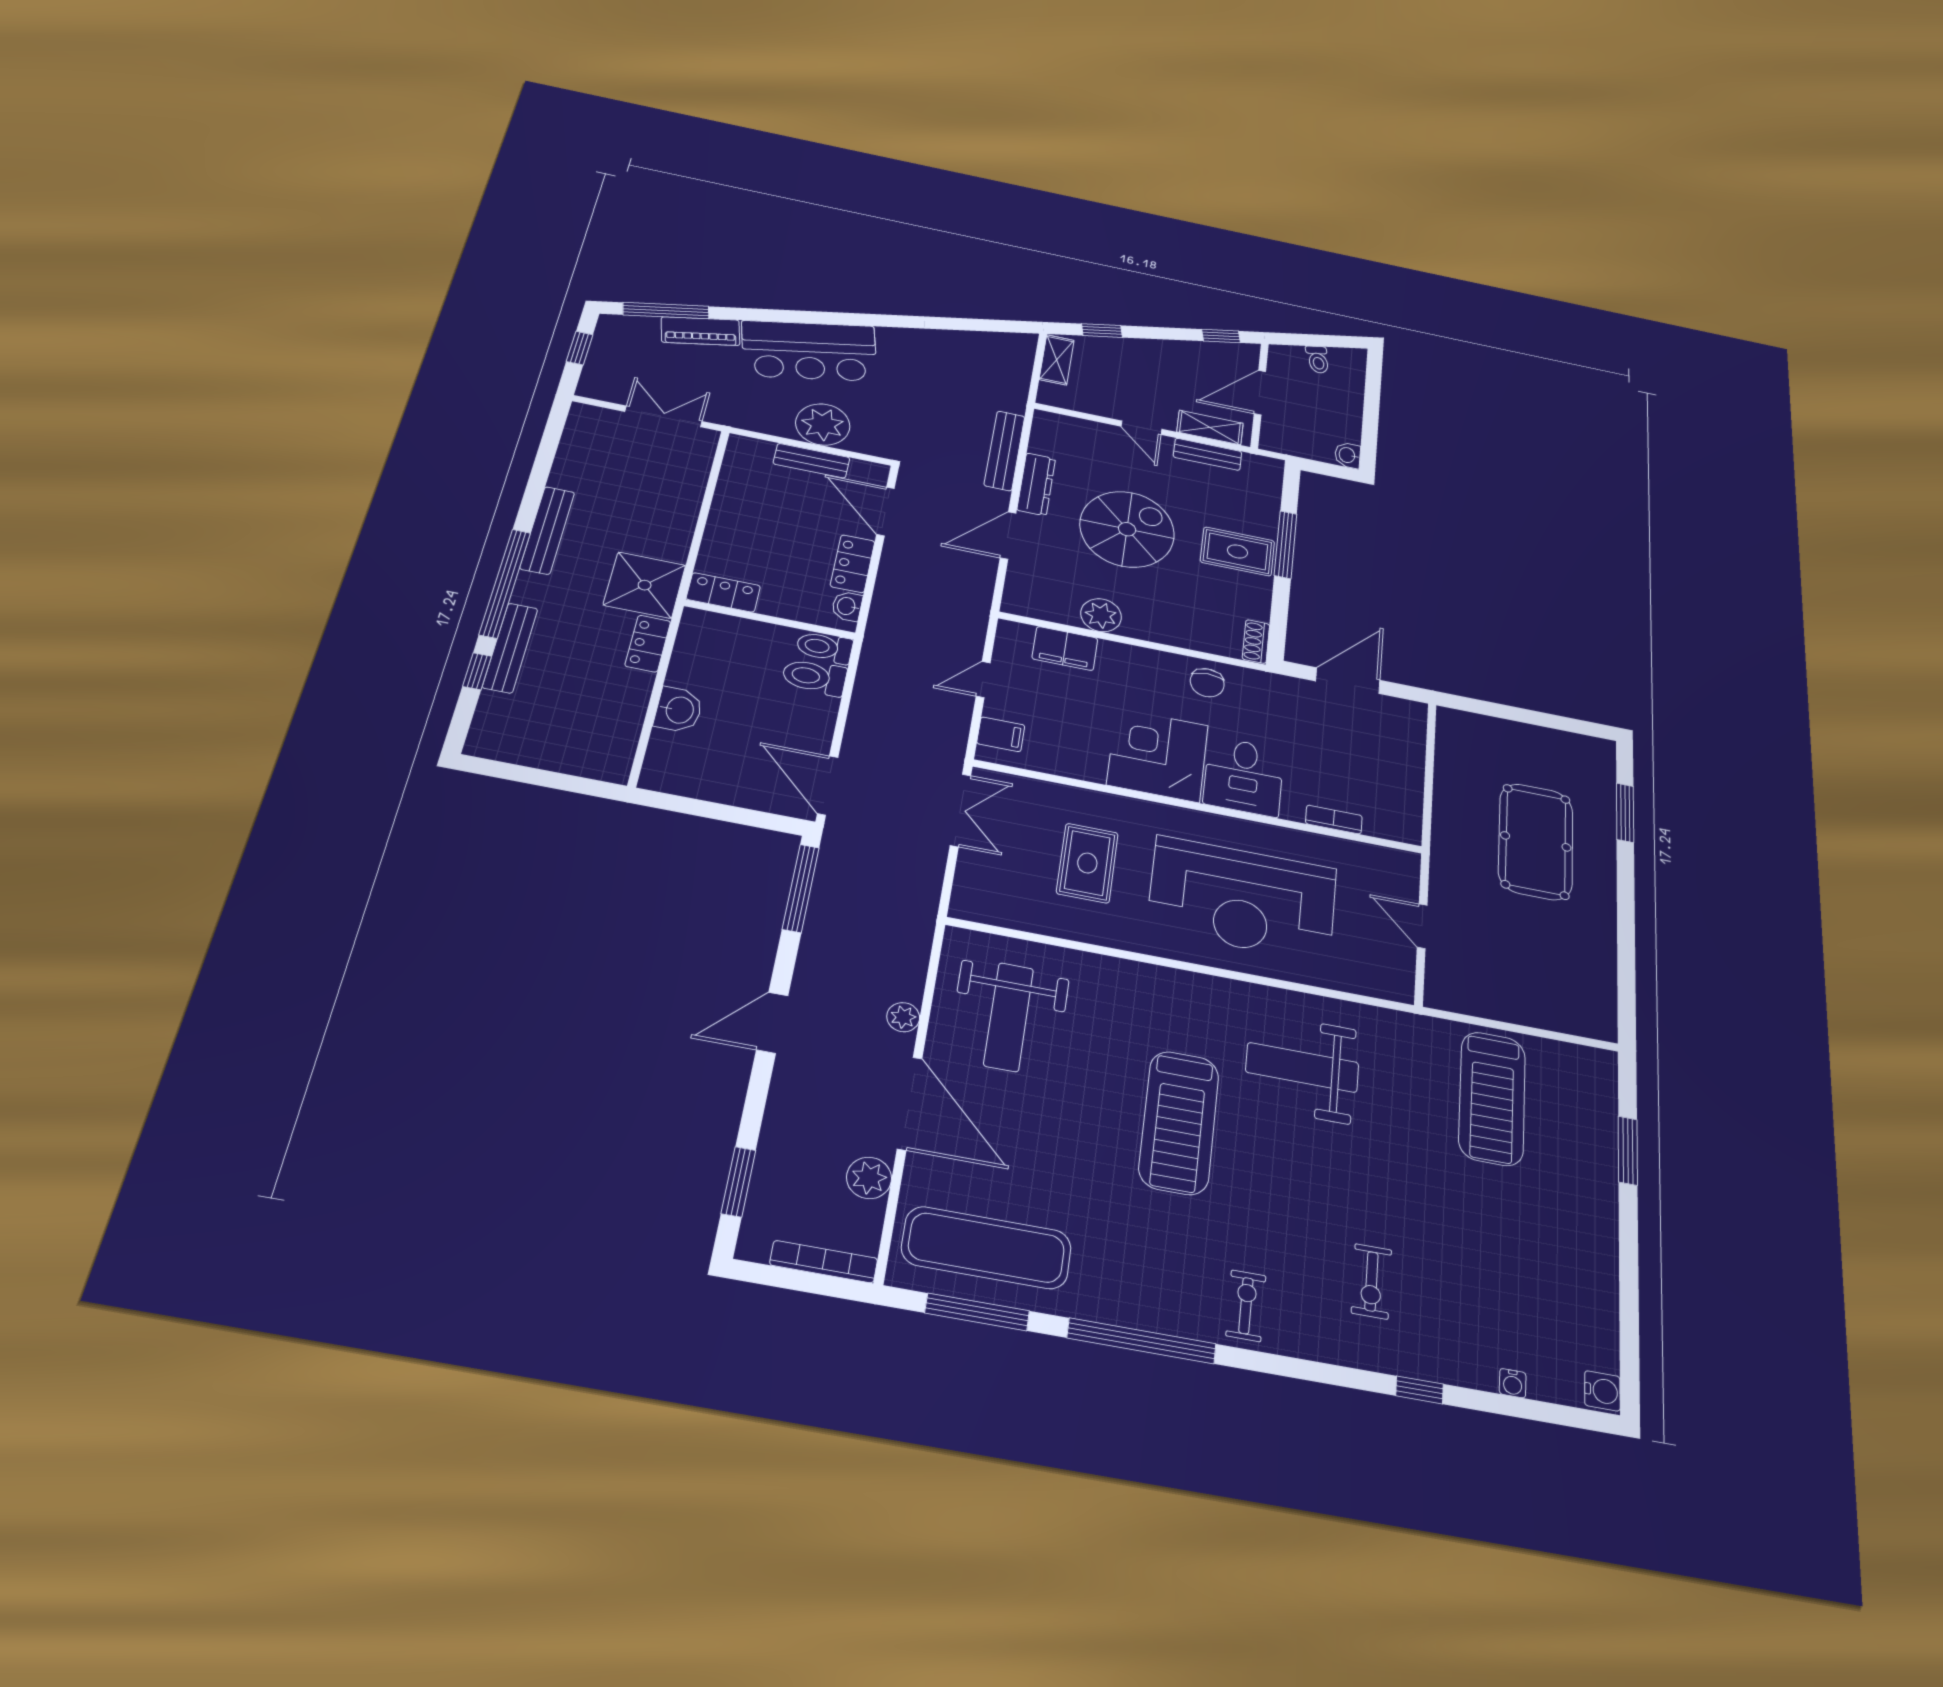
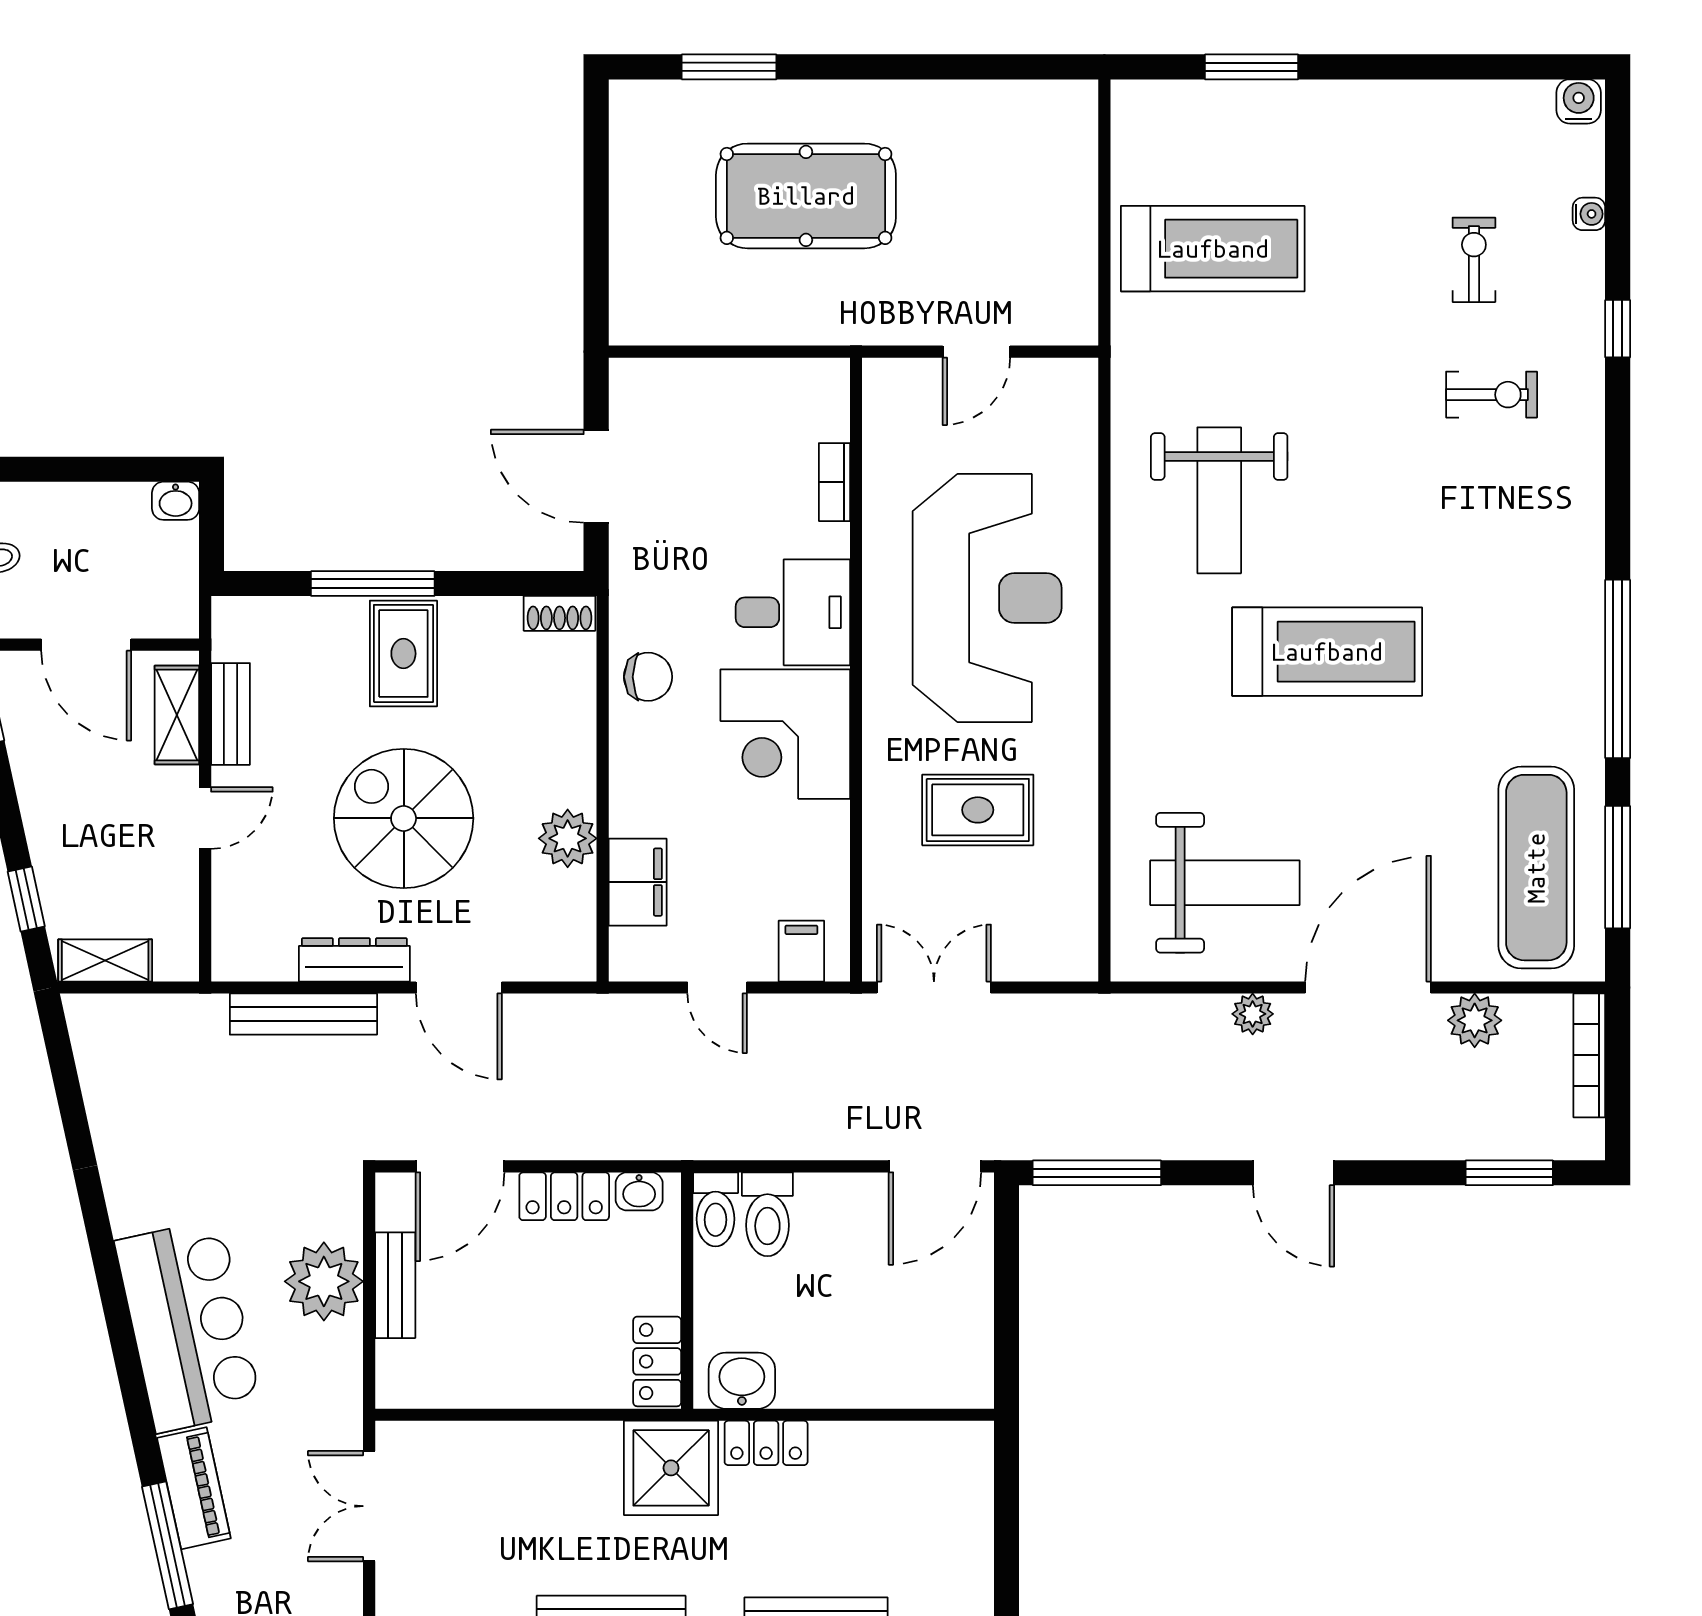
washbasin: (679, 710) -> (742, 1381), moved
exercise bike: (1246, 1306) -> (1474, 260), moved, turned 90

